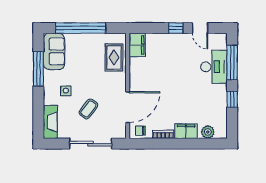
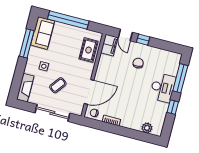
door: (200, 28) -> (125, 35), moved
chair: (177, 58) -> (138, 63), added
desk: (214, 67) -> (163, 88), moved
filing cabinet: (186, 131) -> (130, 123), removed

